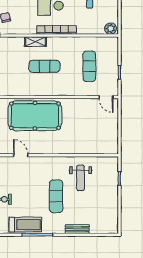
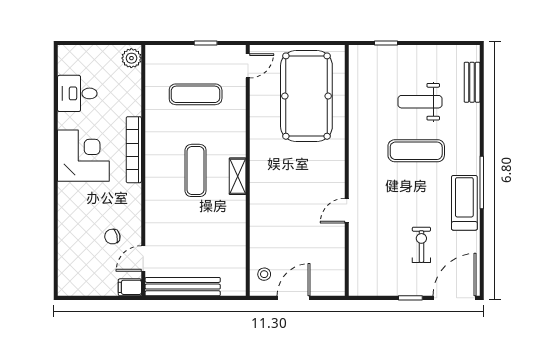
shelving: (36, 41) -> (238, 176), moved
pool table: (35, 116) -> (306, 96), moved
weight bench: (81, 178) -> (420, 102), moved, turned 180
bench: (77, 229) -> (472, 82), moved

